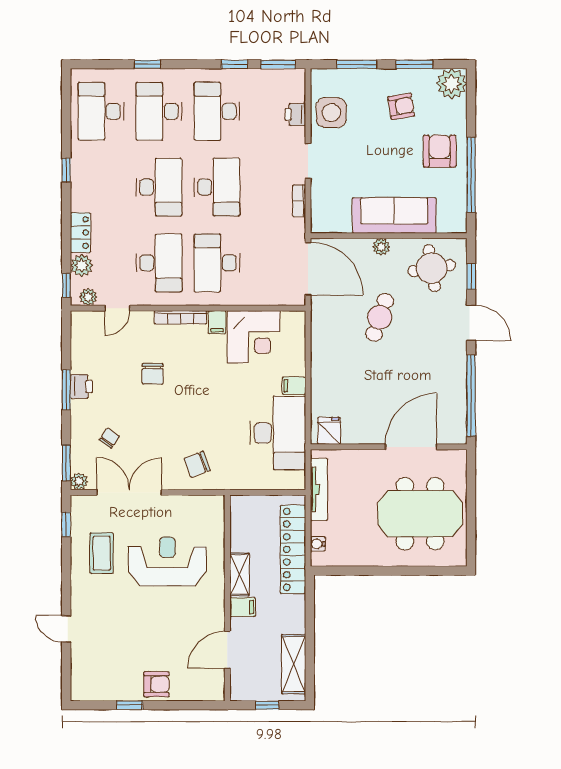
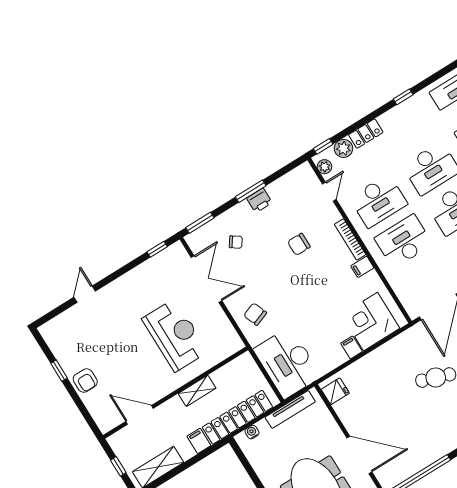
door: (117, 308) -> (329, 192), swing flipped
corner desk: (254, 337) -> (371, 322), moved, turned 90
desk: (278, 433) -> (287, 363), moved, turned 90
plant: (79, 481) -> (193, 239), removed
coffee table: (102, 553) -> (153, 286), removed
filing cabinet: (243, 607) -> (199, 441), moved, turned 180

